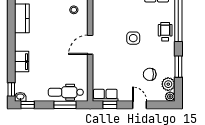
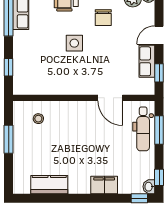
door: (90, 45) -> (110, 98), moved
chair: (150, 74) -> (103, 18), moved
row of seats: (105, 95) -> (147, 61), moved

